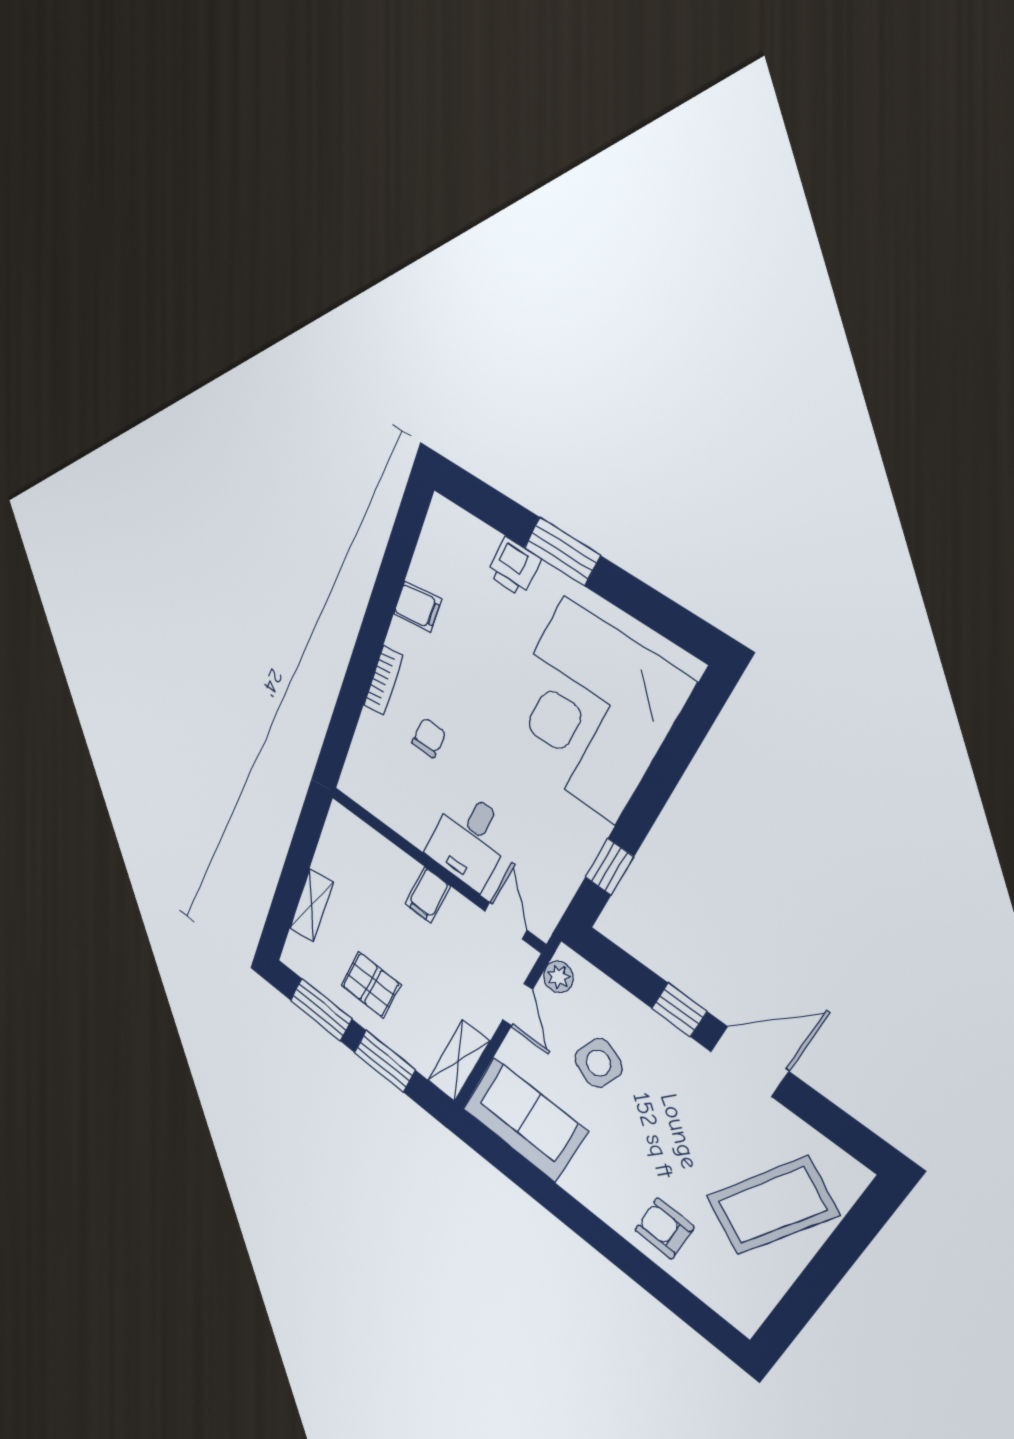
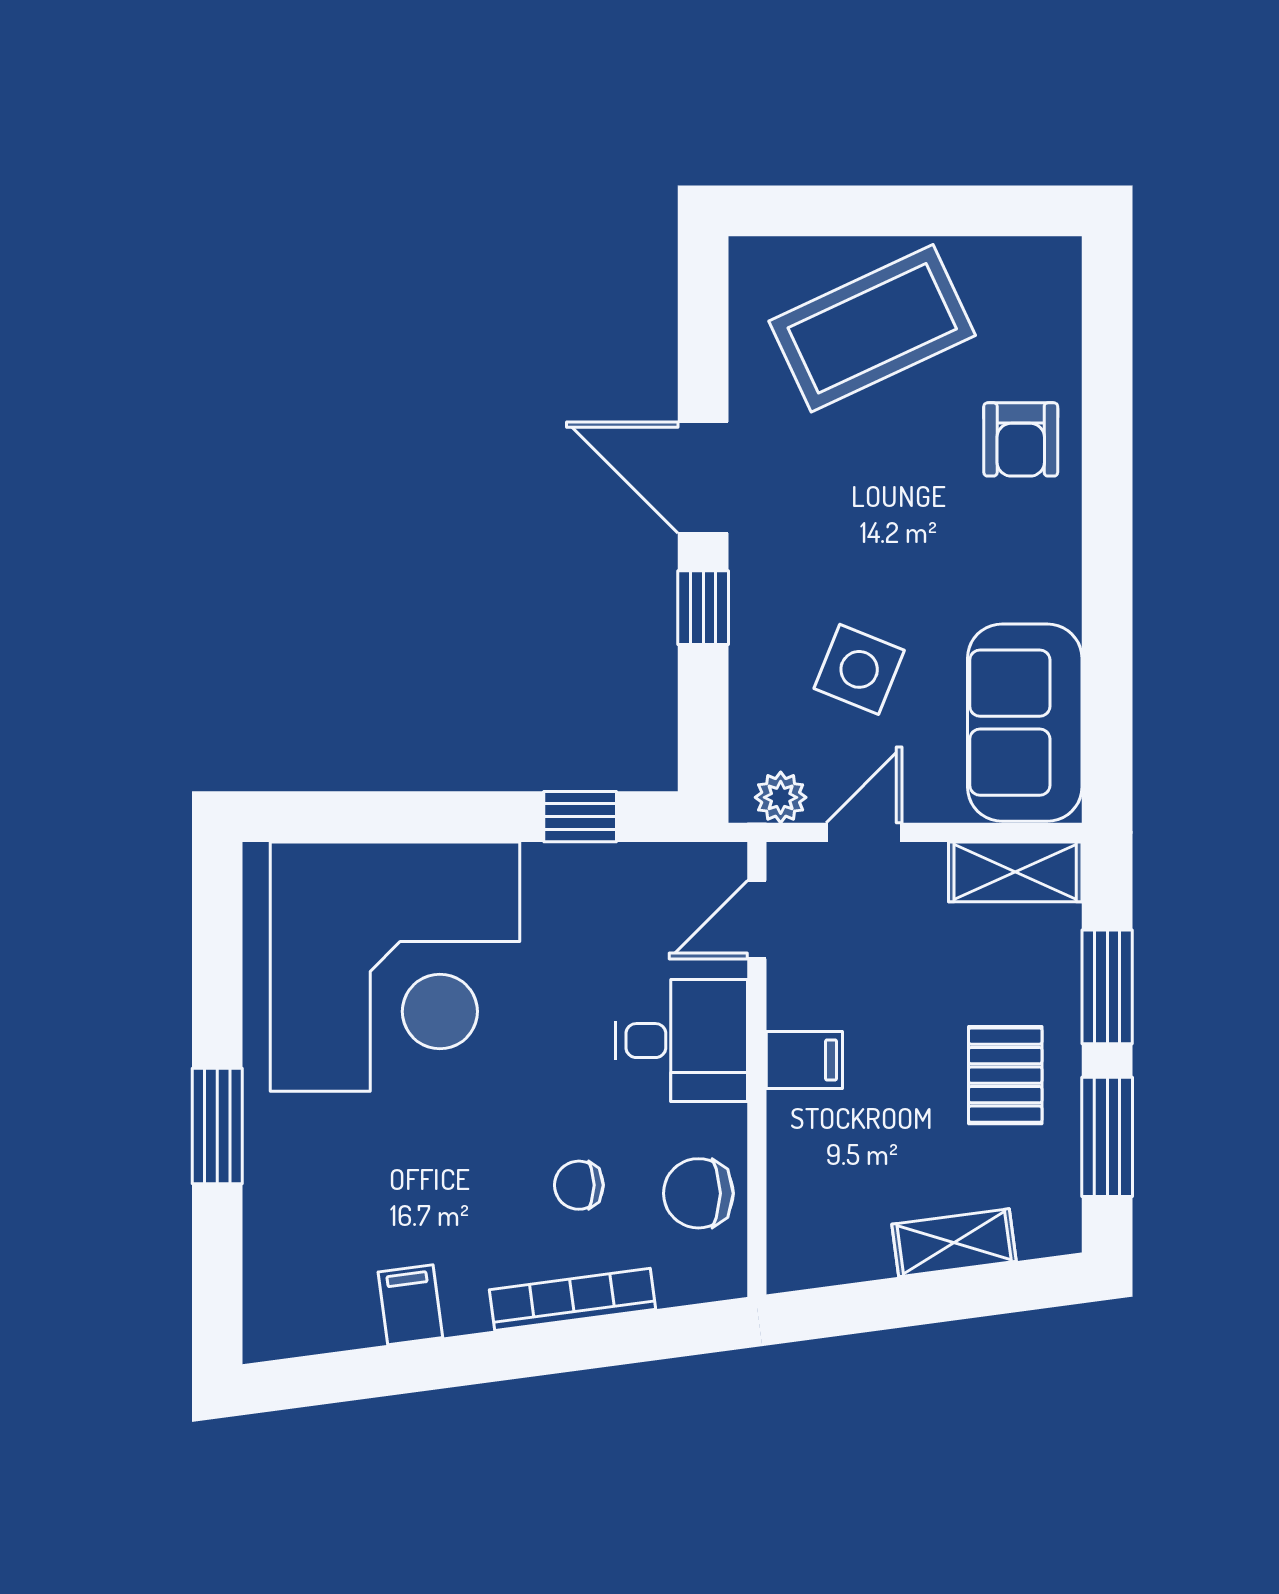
printer: (514, 567) -> (275, 1186), removed
bookcase: (383, 680) -> (572, 1299), width x1.56
chair: (394, 797) -> (698, 1193), added
coffee table: (772, 1206) -> (872, 328), turned -53

